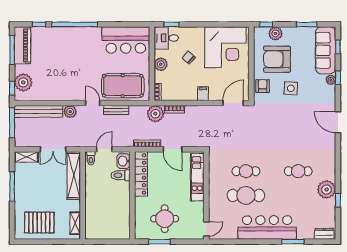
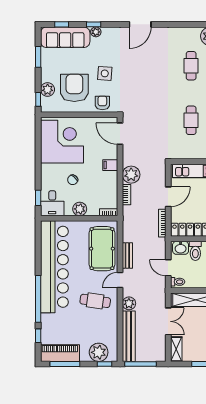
bar counter: (126, 40) -> (54, 267), width x1.86
armchair: (277, 59) -> (74, 88), turned 180
cafe table: (73, 79) -> (95, 301), added
armchair: (263, 86) -> (102, 103), turned 90
plant: (155, 114) -> (131, 175), moved

